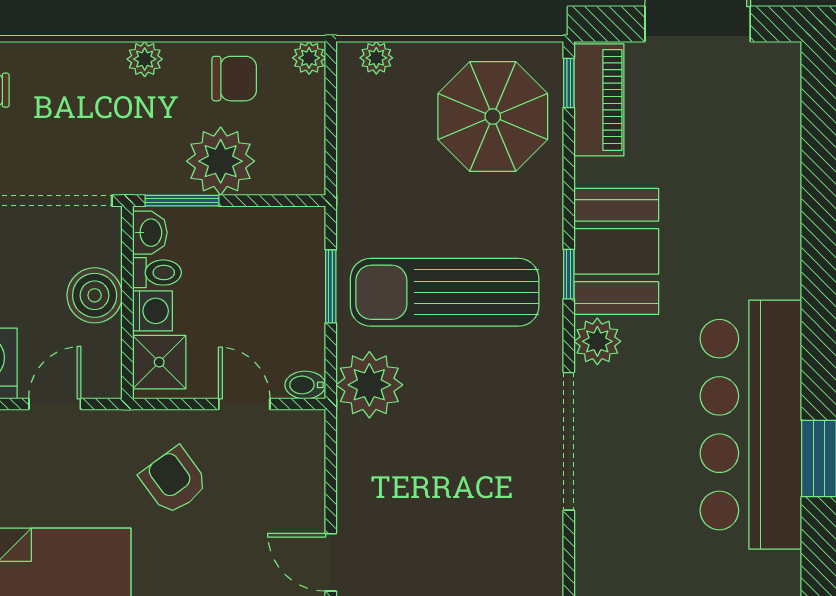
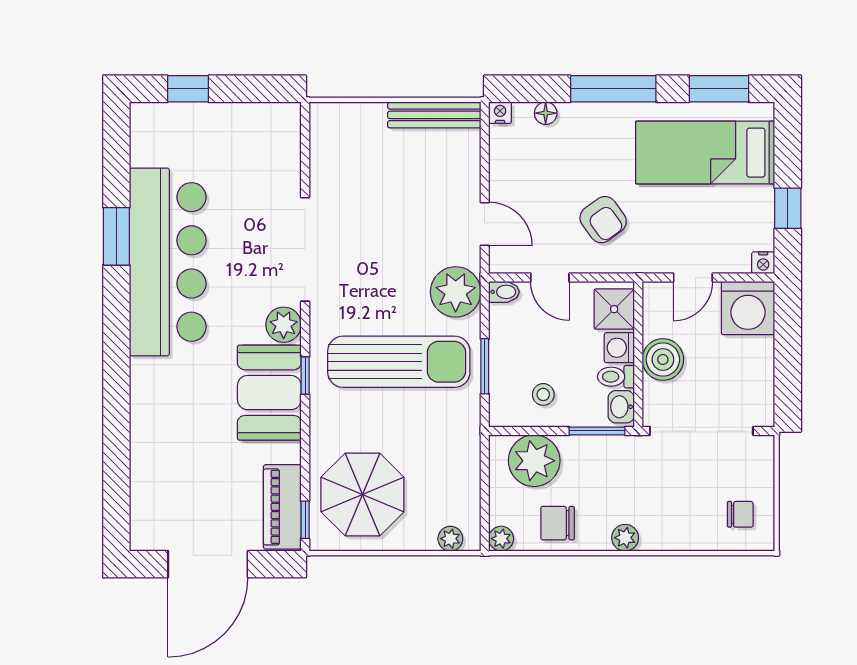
plant: (221, 161) -> (534, 461), moved
stool: (253, 249) -> (543, 394), added
door: (331, 562) -> (485, 224), moved

